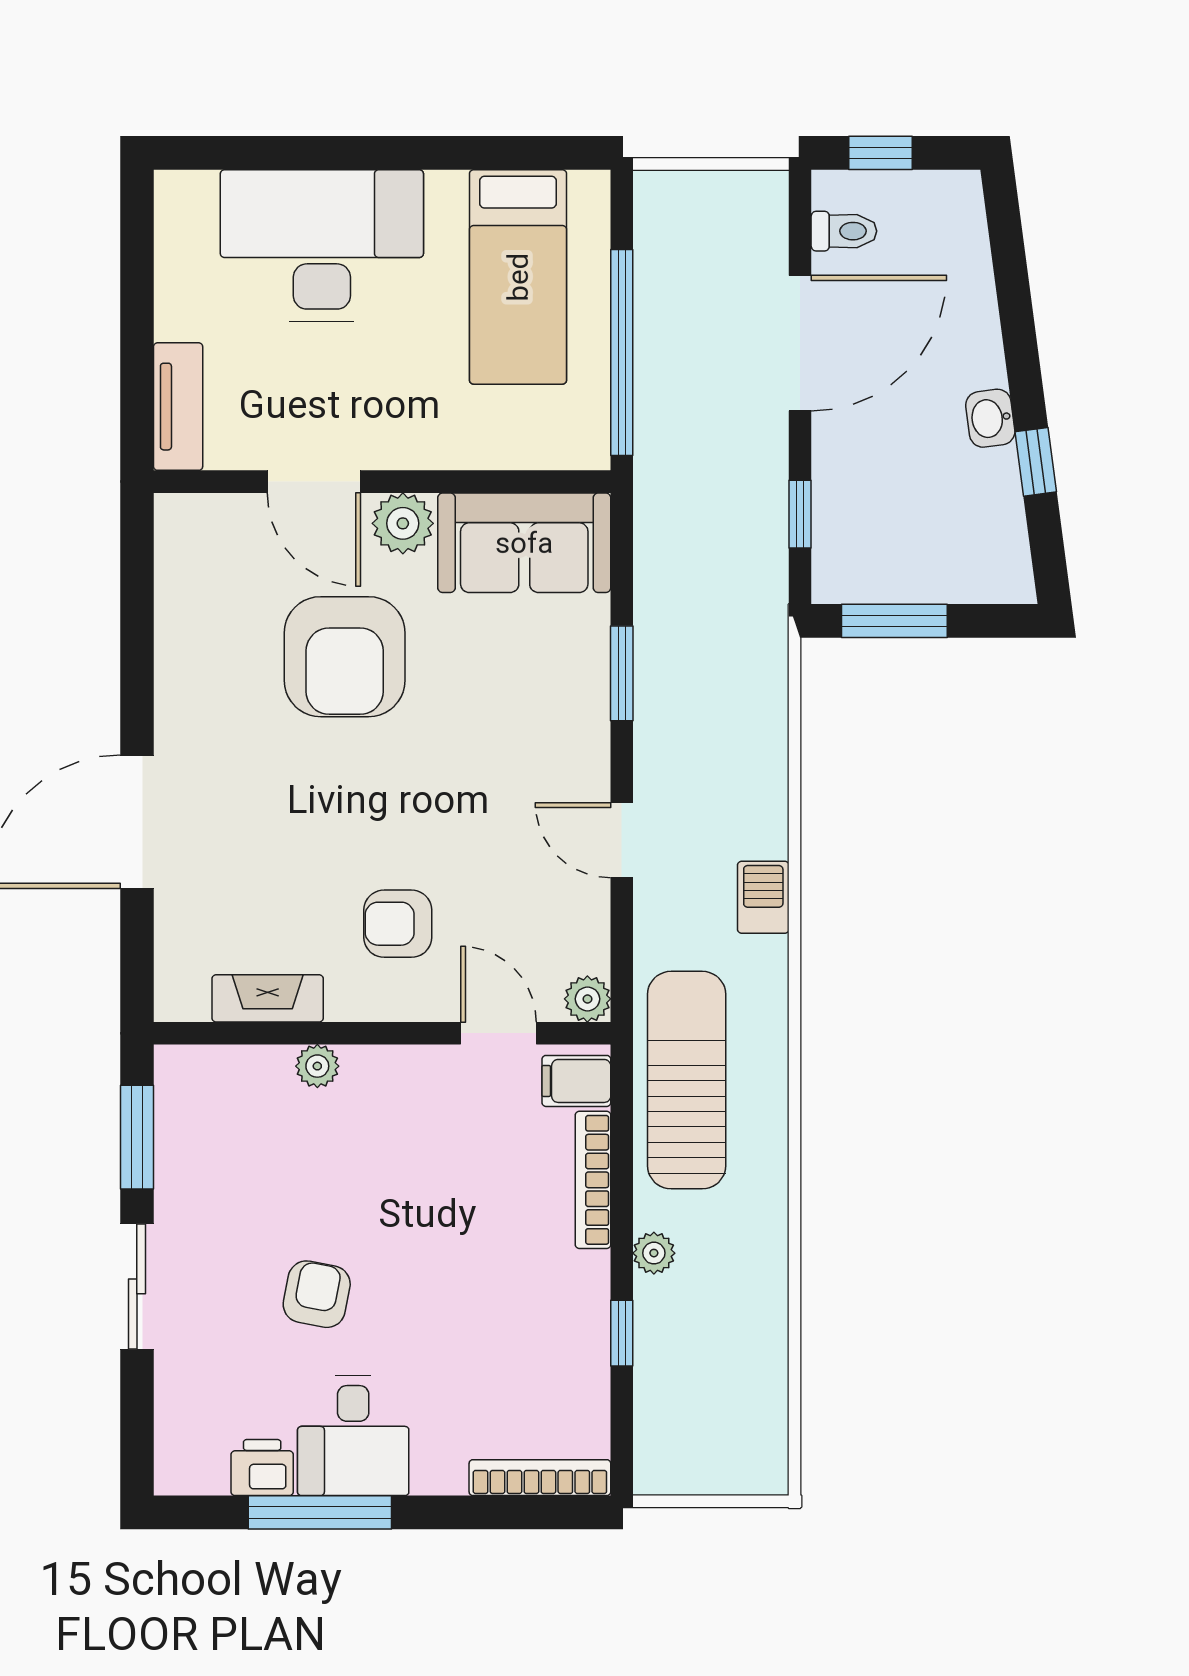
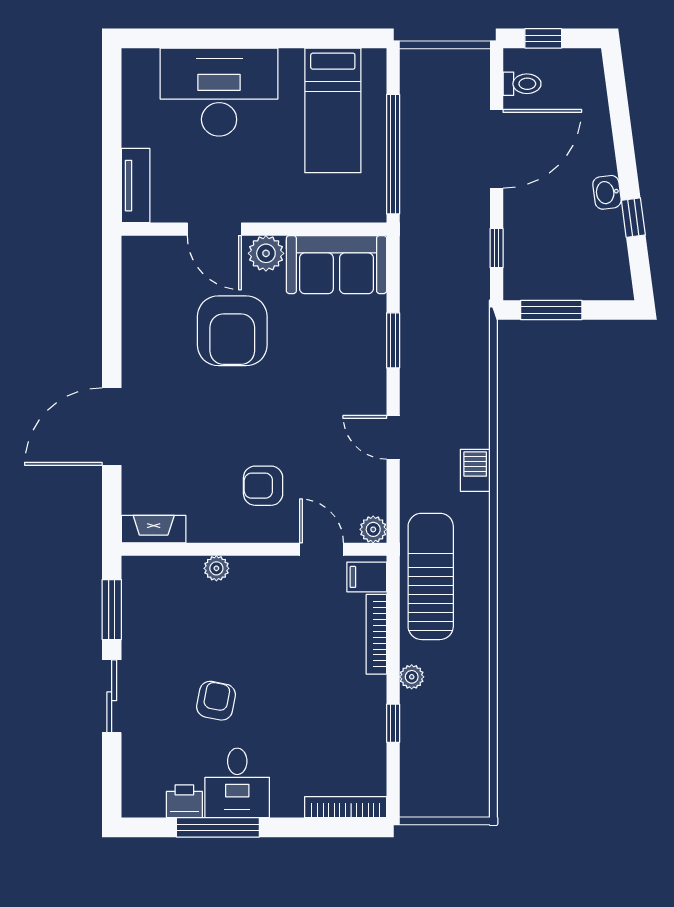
fireplace: (268, 998) -> (154, 529), moved

